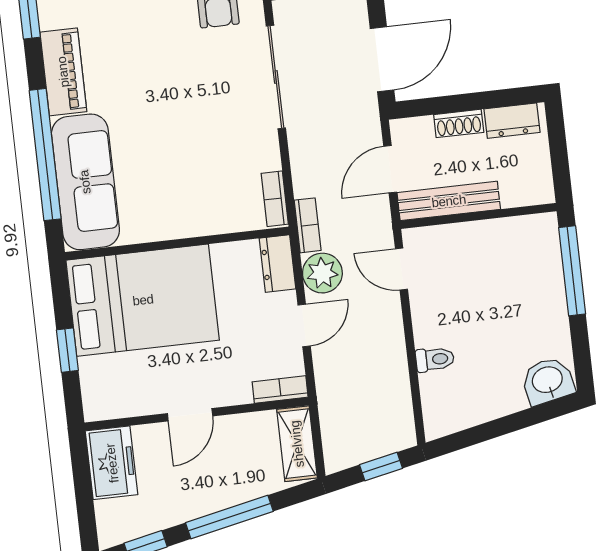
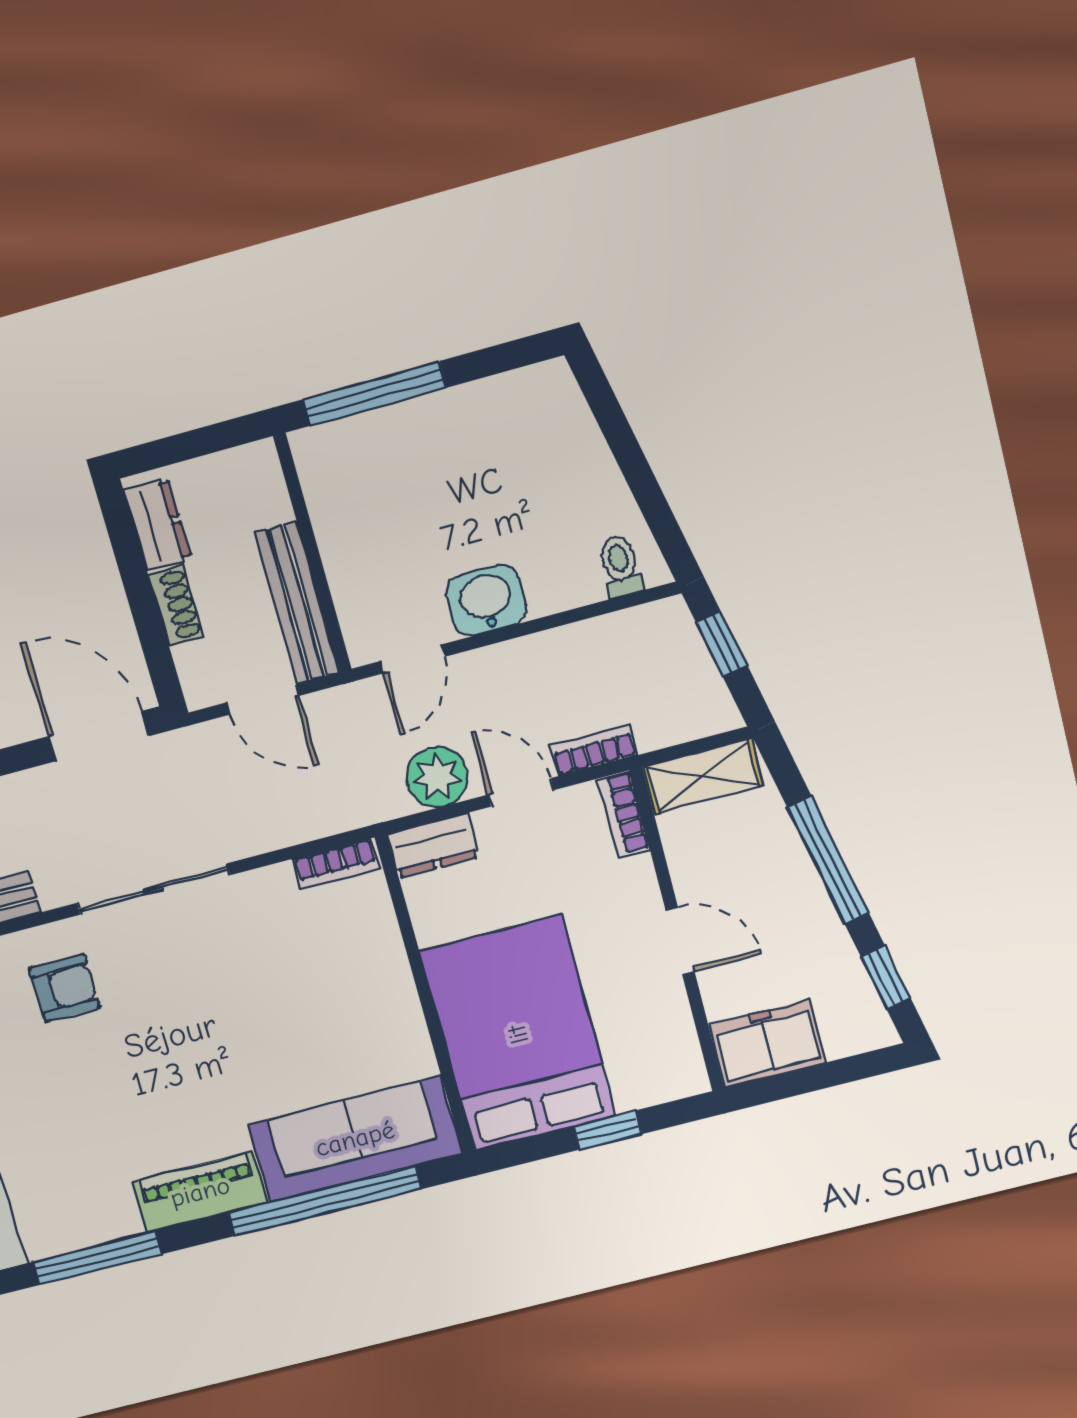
bookcase: (308, 225) -> (594, 750), moved
toilet: (435, 359) -> (620, 566), moved
washbasin: (548, 381) -> (486, 600), moved, turned 102

